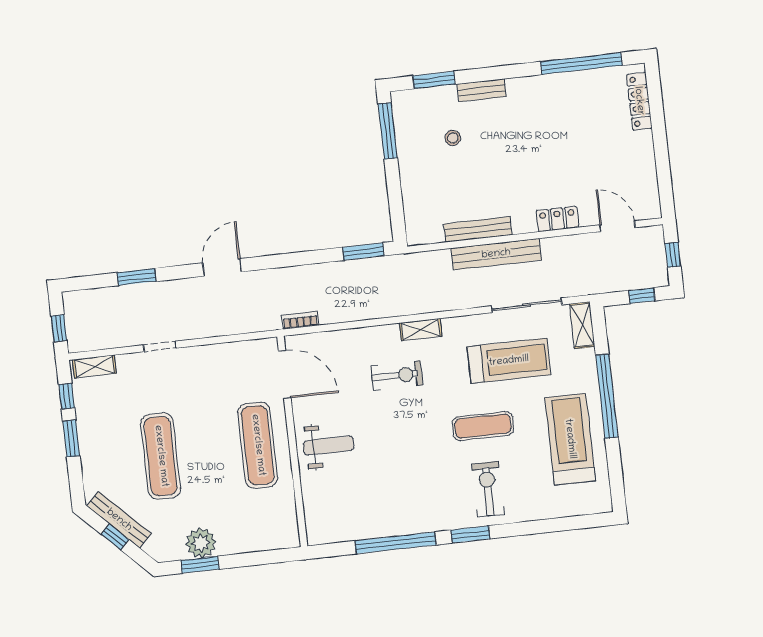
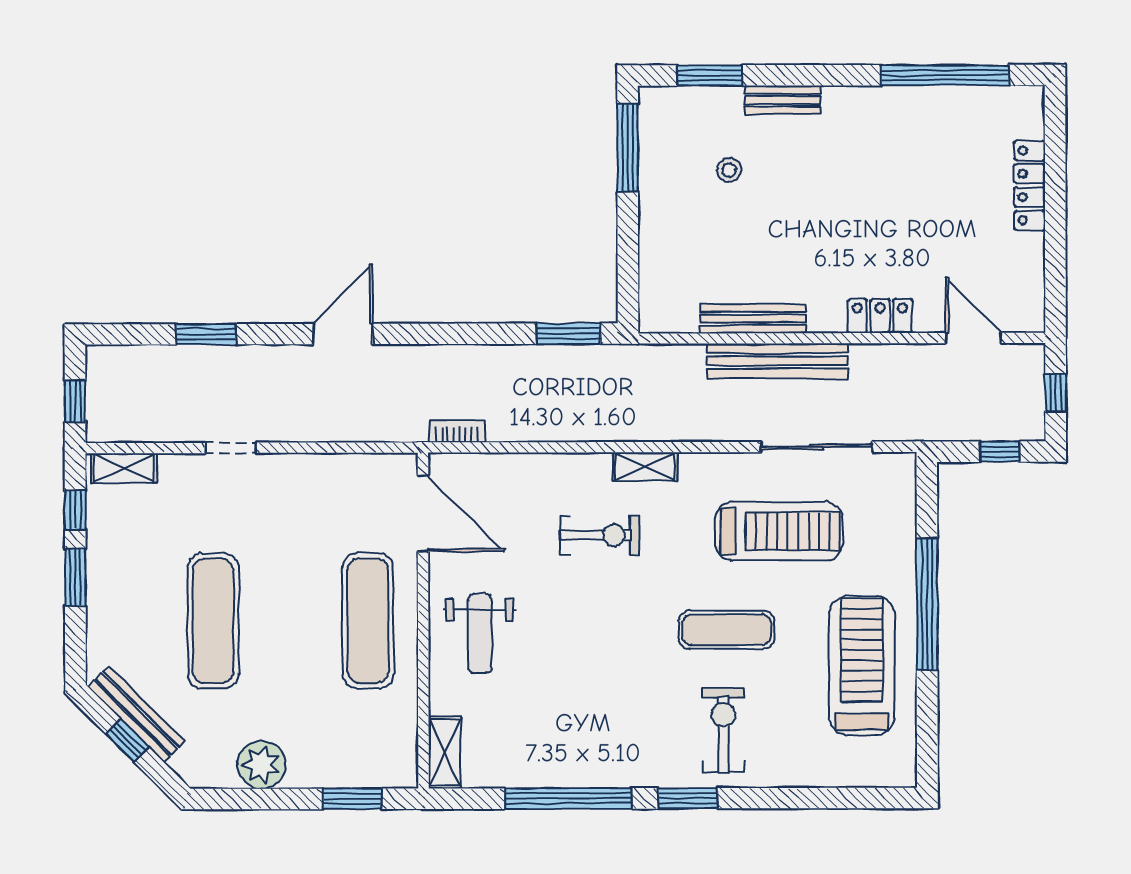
locker: (639, 101) -> (1030, 185), moved
shelving: (582, 325) -> (445, 753), moved
weight bench: (329, 446) -> (480, 634), turned 90
window: (200, 565) -> (352, 799), moved

